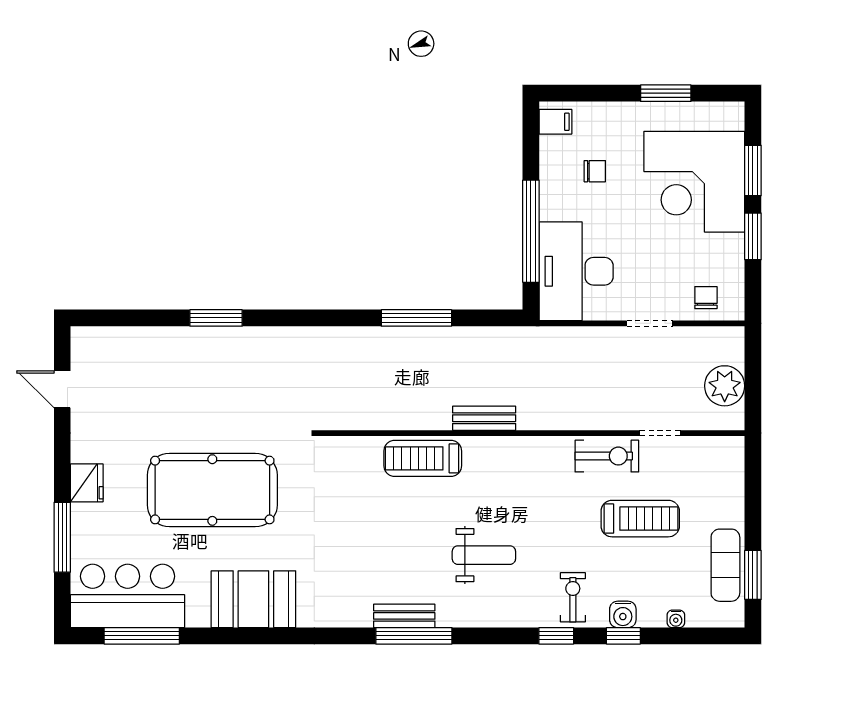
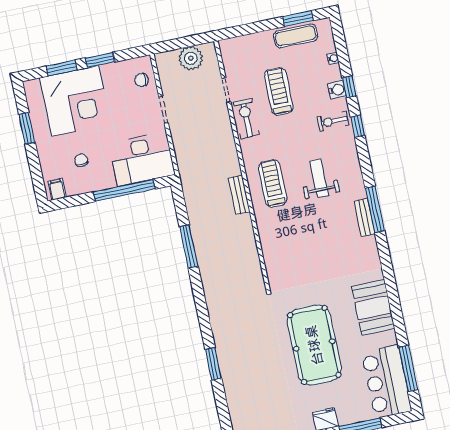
treadmill: (423, 458) -> (273, 183), moved, turned 180

